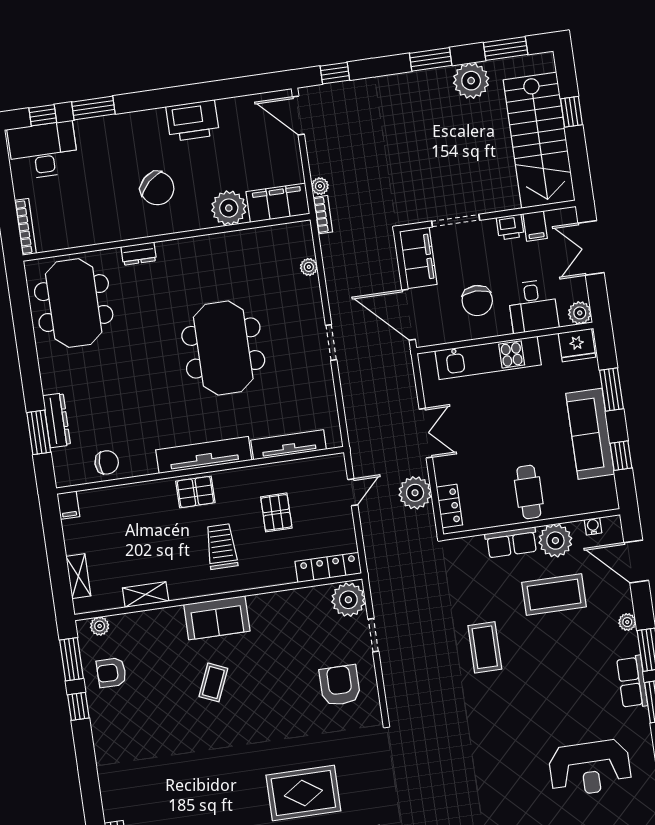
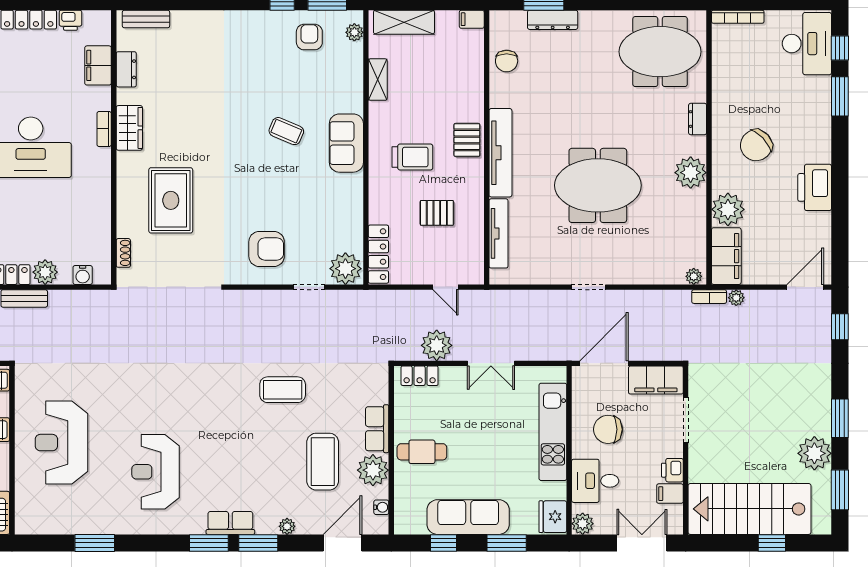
plant: (196, 253) -> (691, 173), added
plant: (309, 267) -> (694, 276), moved
shelving: (78, 576) -> (404, 22), width x1.50, depth x1.33

